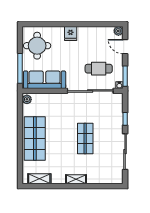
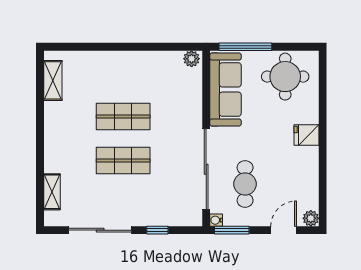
shop shelf: (35, 139) -> (123, 117), moved, width x0.70, depth x0.74
shelving: (76, 179) -> (52, 192), moved

